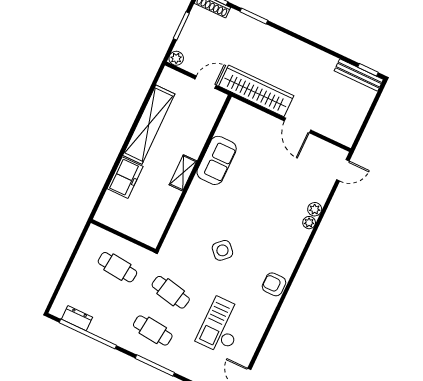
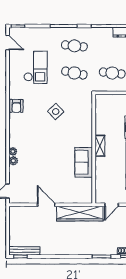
armchair: (274, 284) -> (16, 106), turned 90

